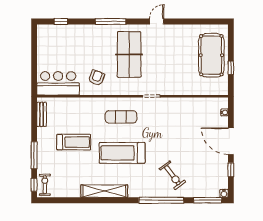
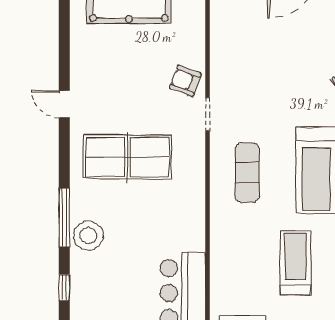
window: (111, 21) -> (64, 218), moved
stool: (88, 34) -> (88, 236), added
armchair: (97, 78) -> (185, 81), moved

